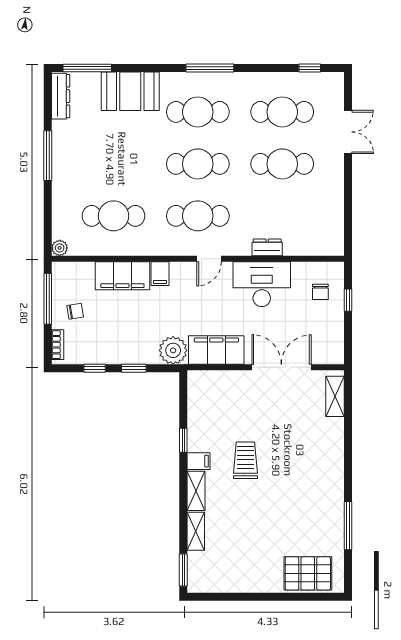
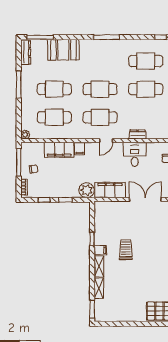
cafe table: (198, 112) -> (54, 89), moved
desk: (262, 284) -> (135, 154), width x0.73

